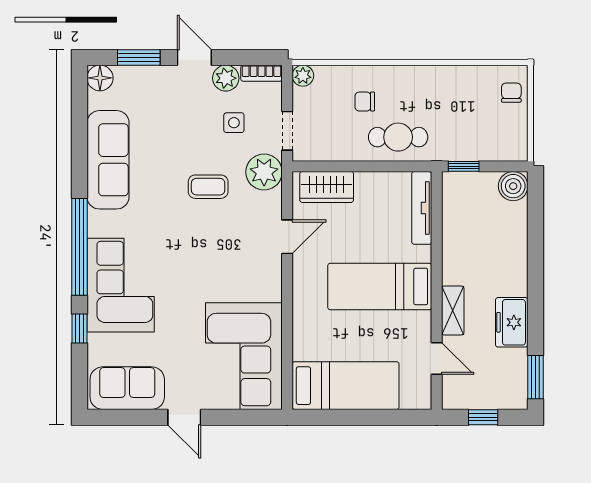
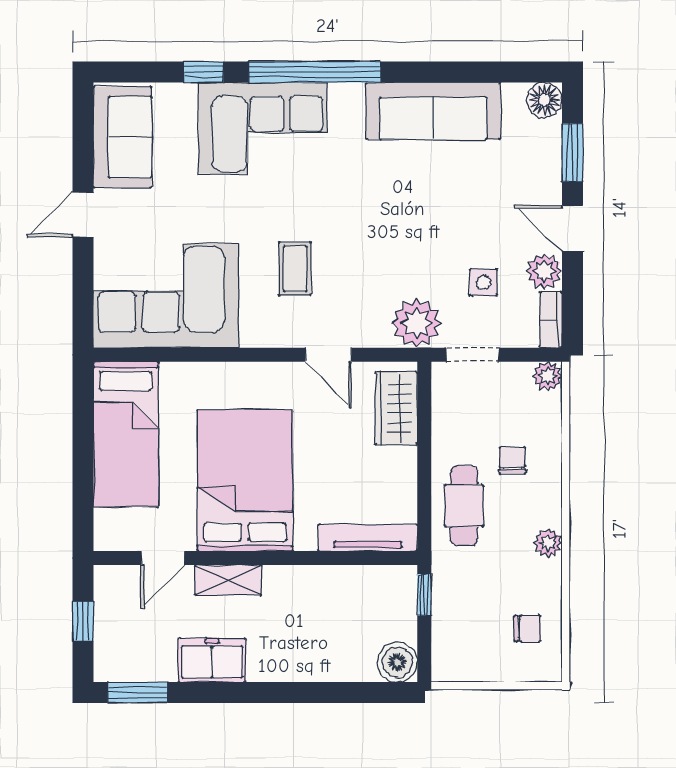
door: (194, 57) -> (572, 229), swing flipped
plant: (426, 75) -> (548, 543), added
chair: (511, 93) -> (527, 628), moved
coffee table: (208, 187) -> (295, 269), moved
bed: (380, 286) -> (245, 481), width x1.50

